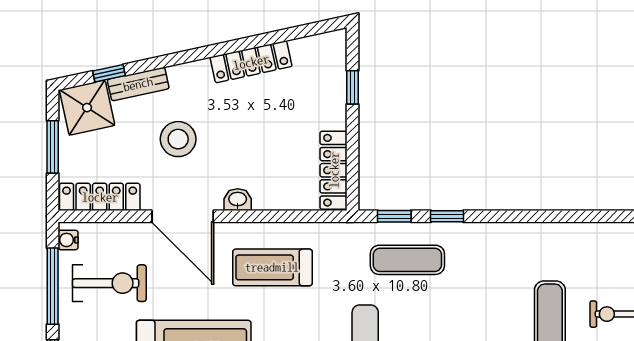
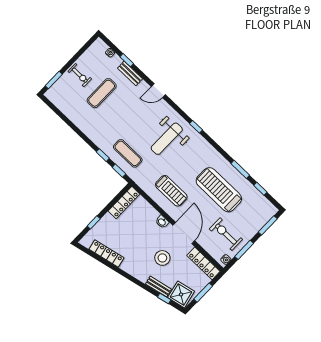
locker: (251, 62) -> (107, 254), moved
window: (53, 286) -> (244, 250), width x0.69

